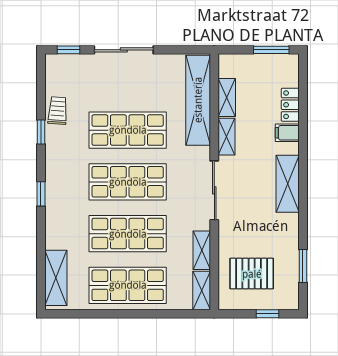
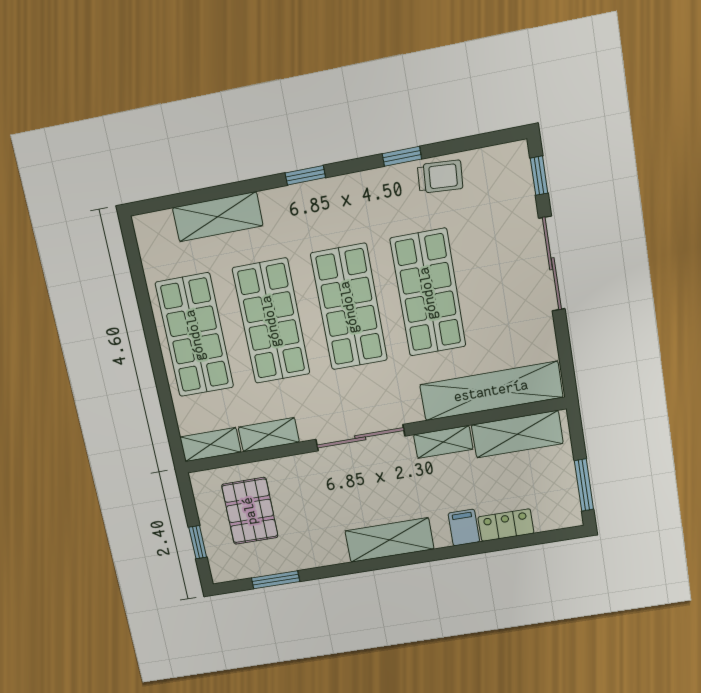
shelving: (227, 97) -> (517, 434), width x1.50, depth x1.33
shelving: (56, 278) -> (218, 217), moved

